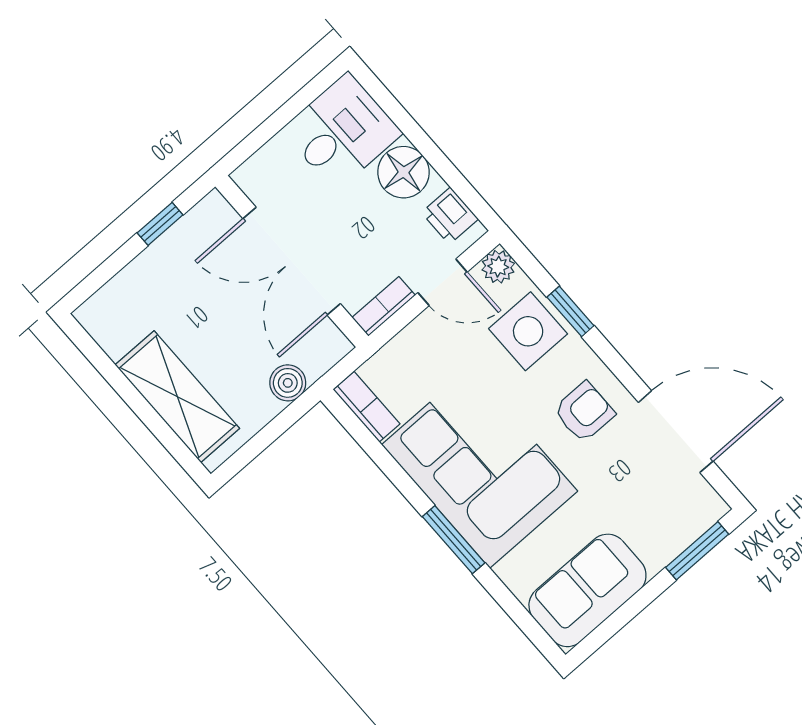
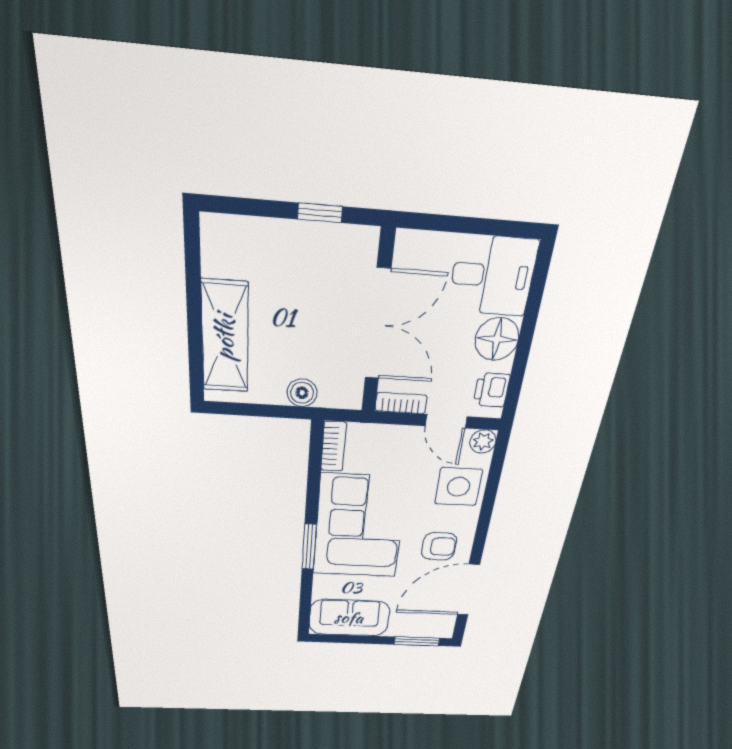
double door: (292, 261) -> (378, 325), swing flipped
window: (570, 311) -> (490, 497), removed
door: (676, 432) -> (468, 590), swing flipped

